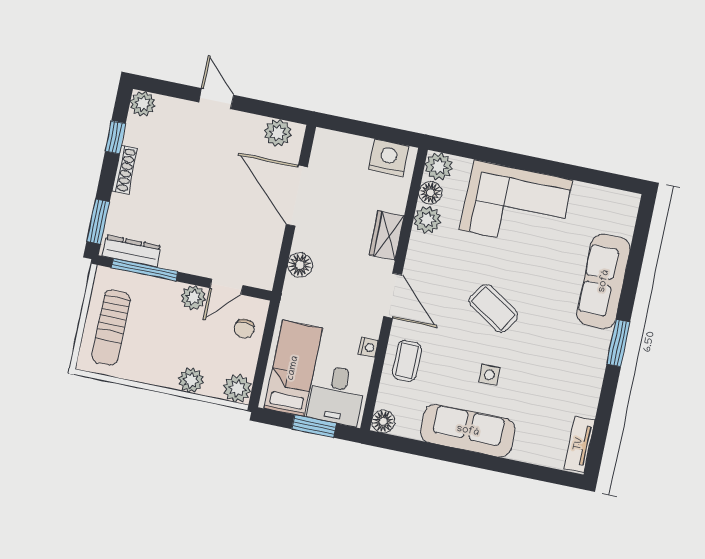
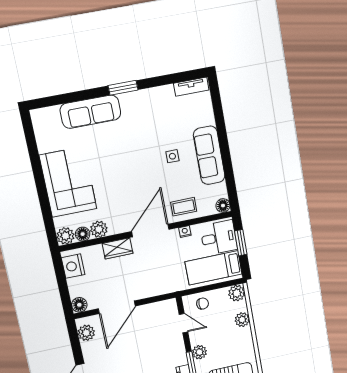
floor lamp: (300, 265) -> (79, 305), moved
door: (393, 296) -> (150, 230), width x1.36
plant: (193, 298) -> (199, 352), moved
coffee table: (493, 308) -> (133, 170), removed

